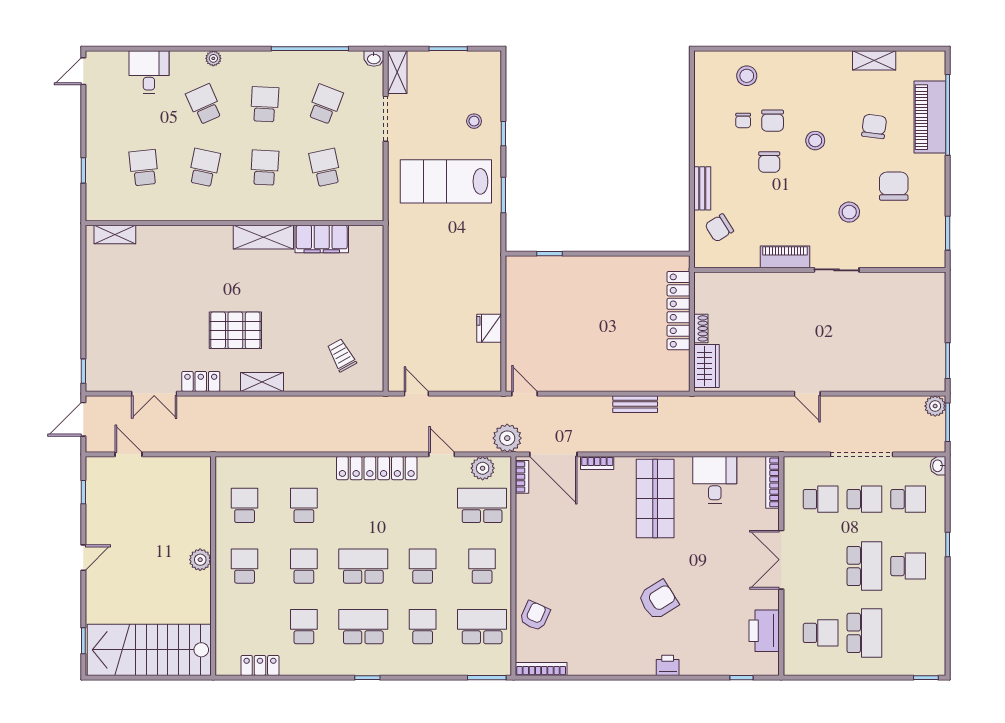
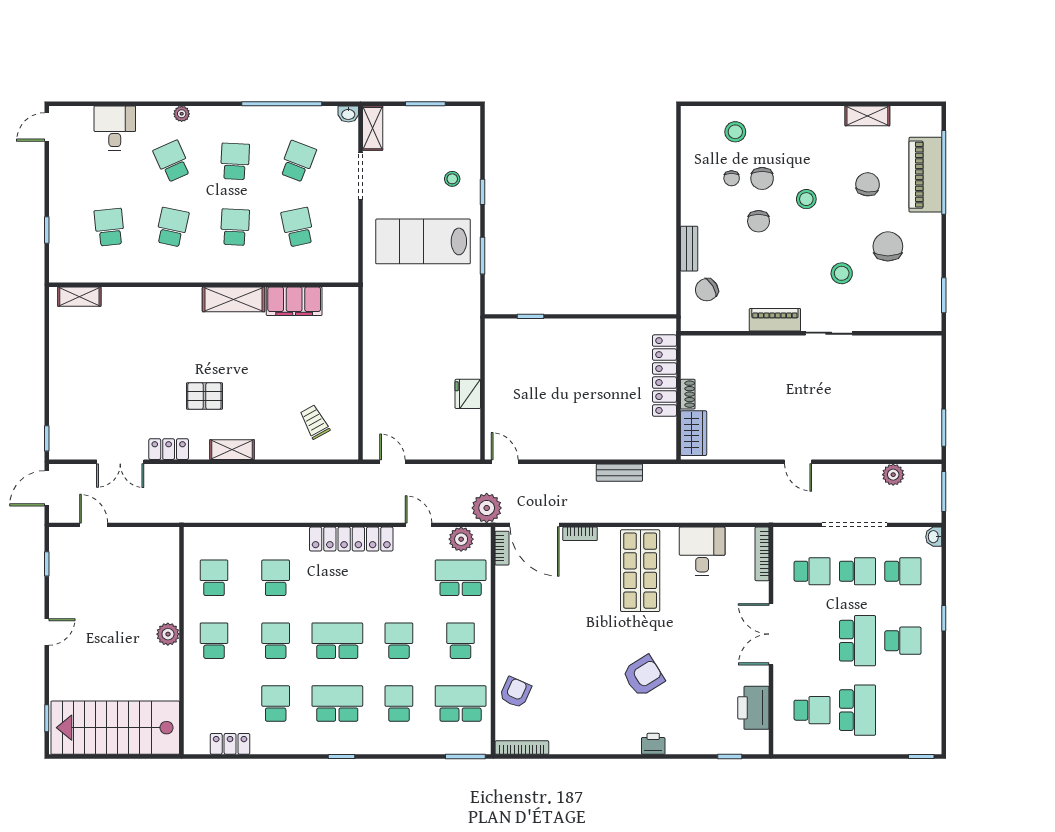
pallet: (235, 330) -> (204, 396), width x0.67, depth x0.71
plant: (935, 406) -> (893, 475), moved

